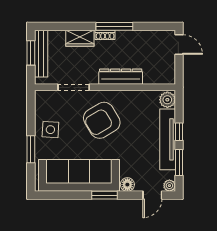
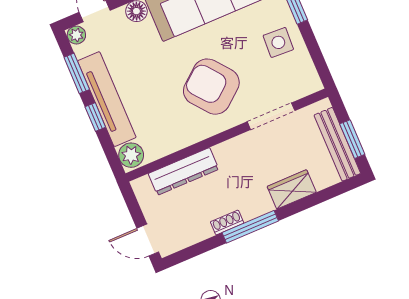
shoe rack: (105, 35) -> (227, 222), moved
dresser: (121, 77) -> (183, 171), moved
armchair: (102, 120) -> (211, 87), turned -98

